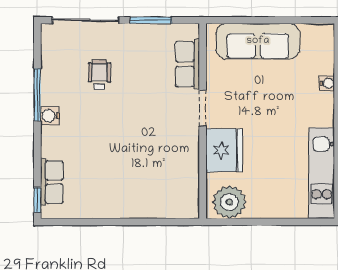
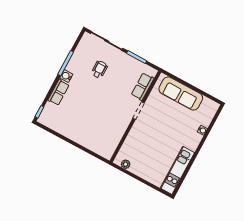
fridge: (224, 150) -> (138, 135), removed
row of seats: (52, 182) -> (59, 92), moved
plant: (229, 202) -> (126, 164), width x0.53, depth x0.53

